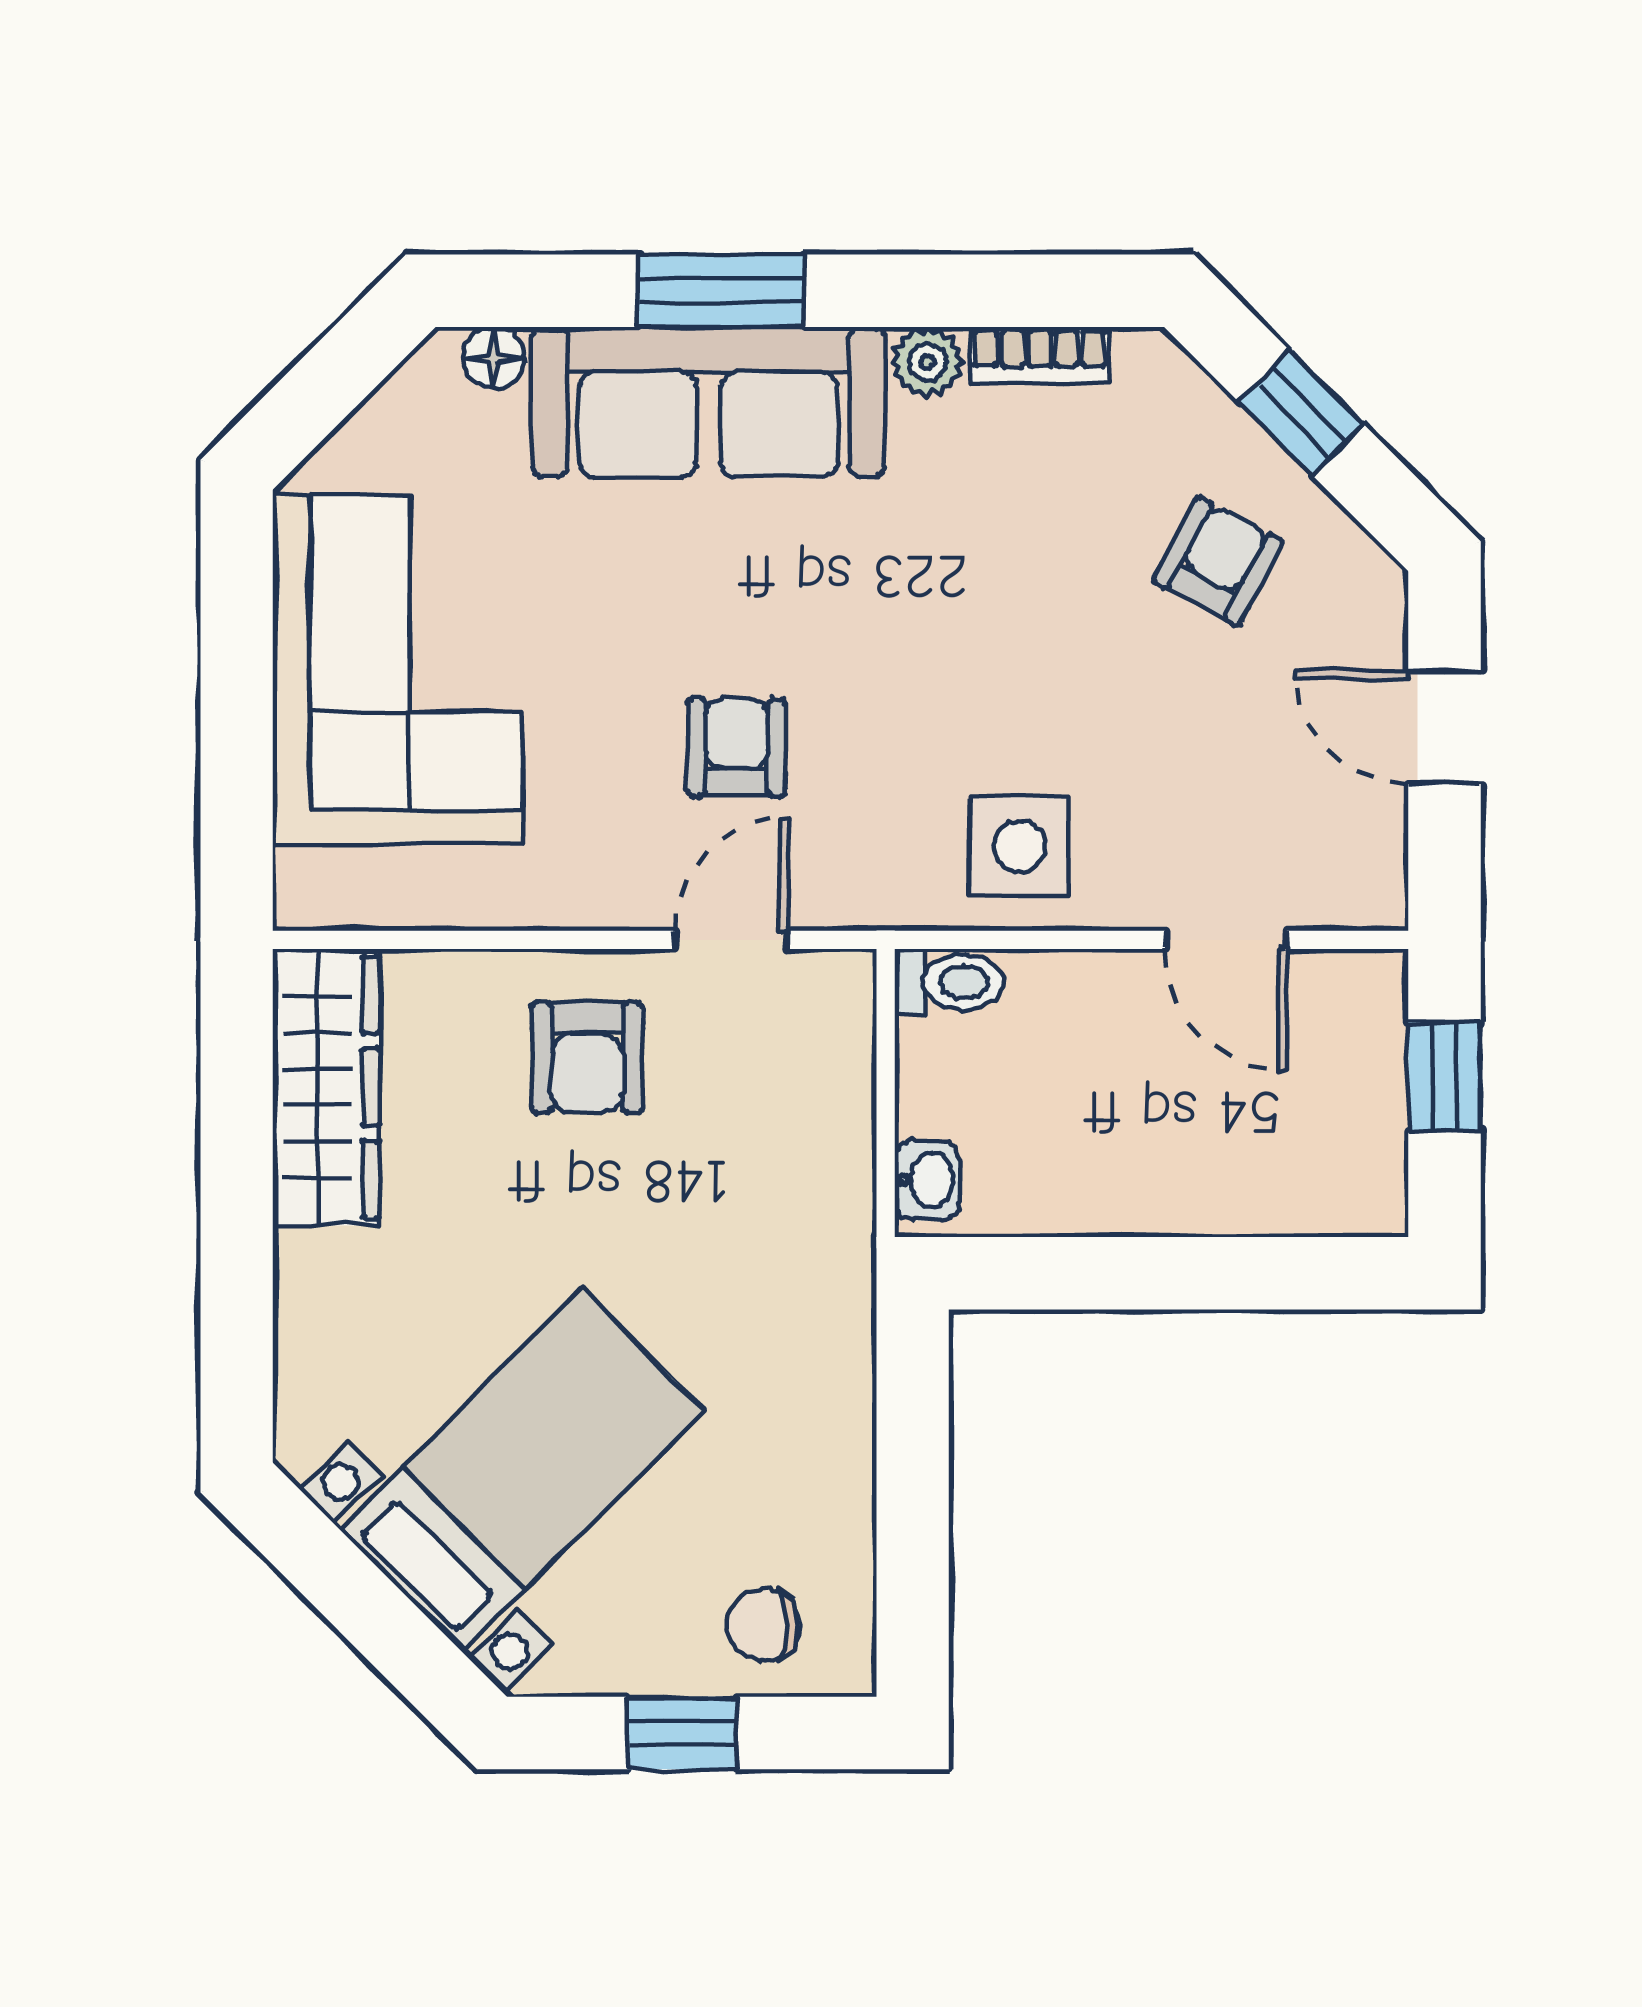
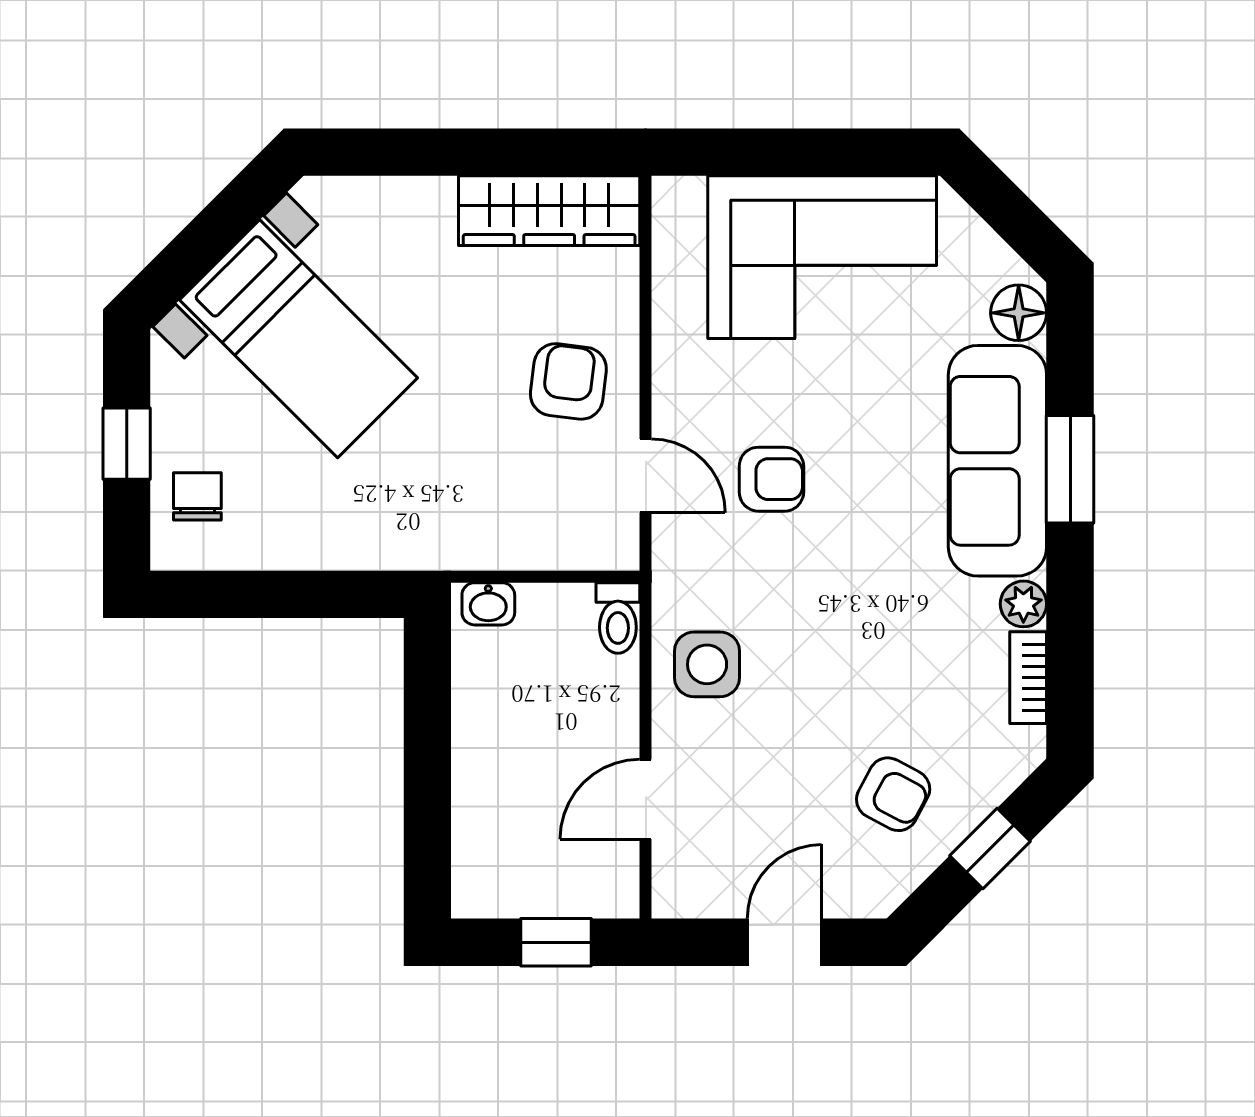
floor lamp: (494, 358) -> (1019, 313), width x1.37, depth x1.37
armchair: (587, 1058) -> (568, 381), turned 97

